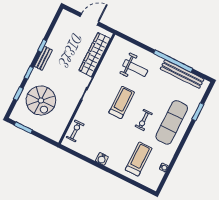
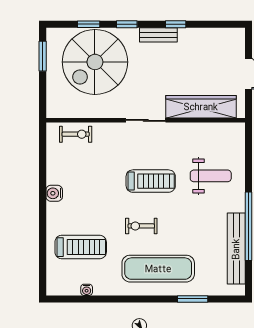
weight bench: (135, 68) -> (211, 176), turned -90
spiral stairs: (41, 100) -> (95, 62), width x1.37, depth x1.37

